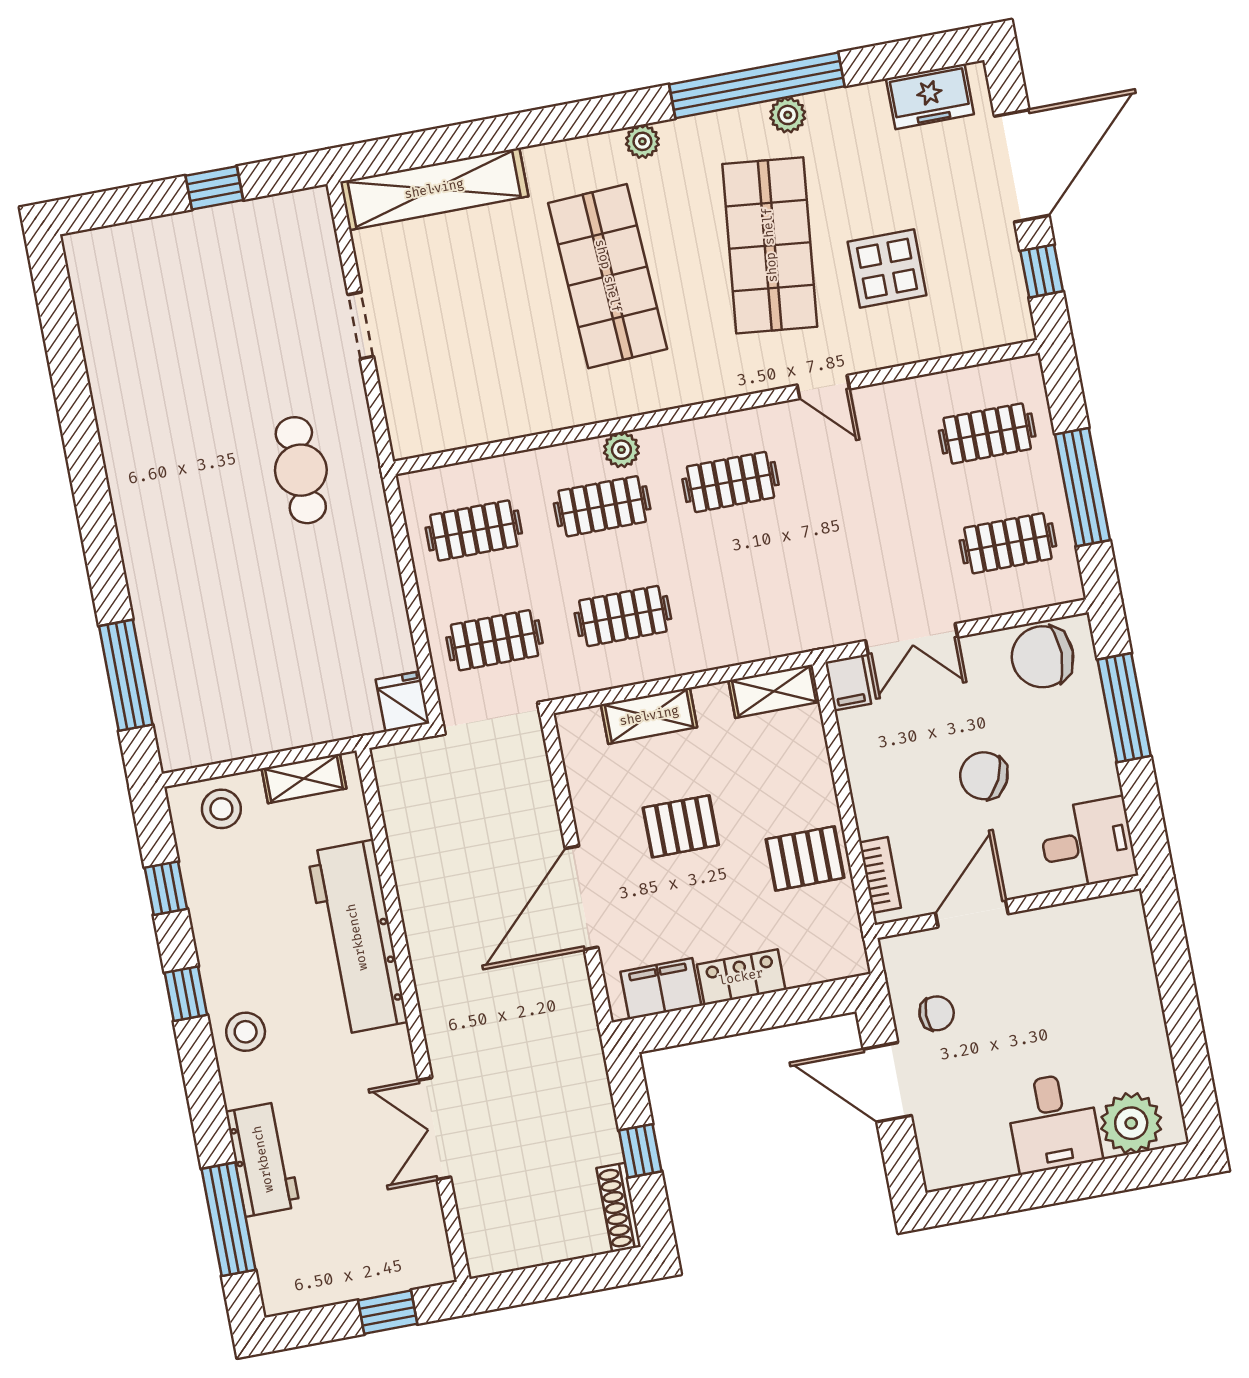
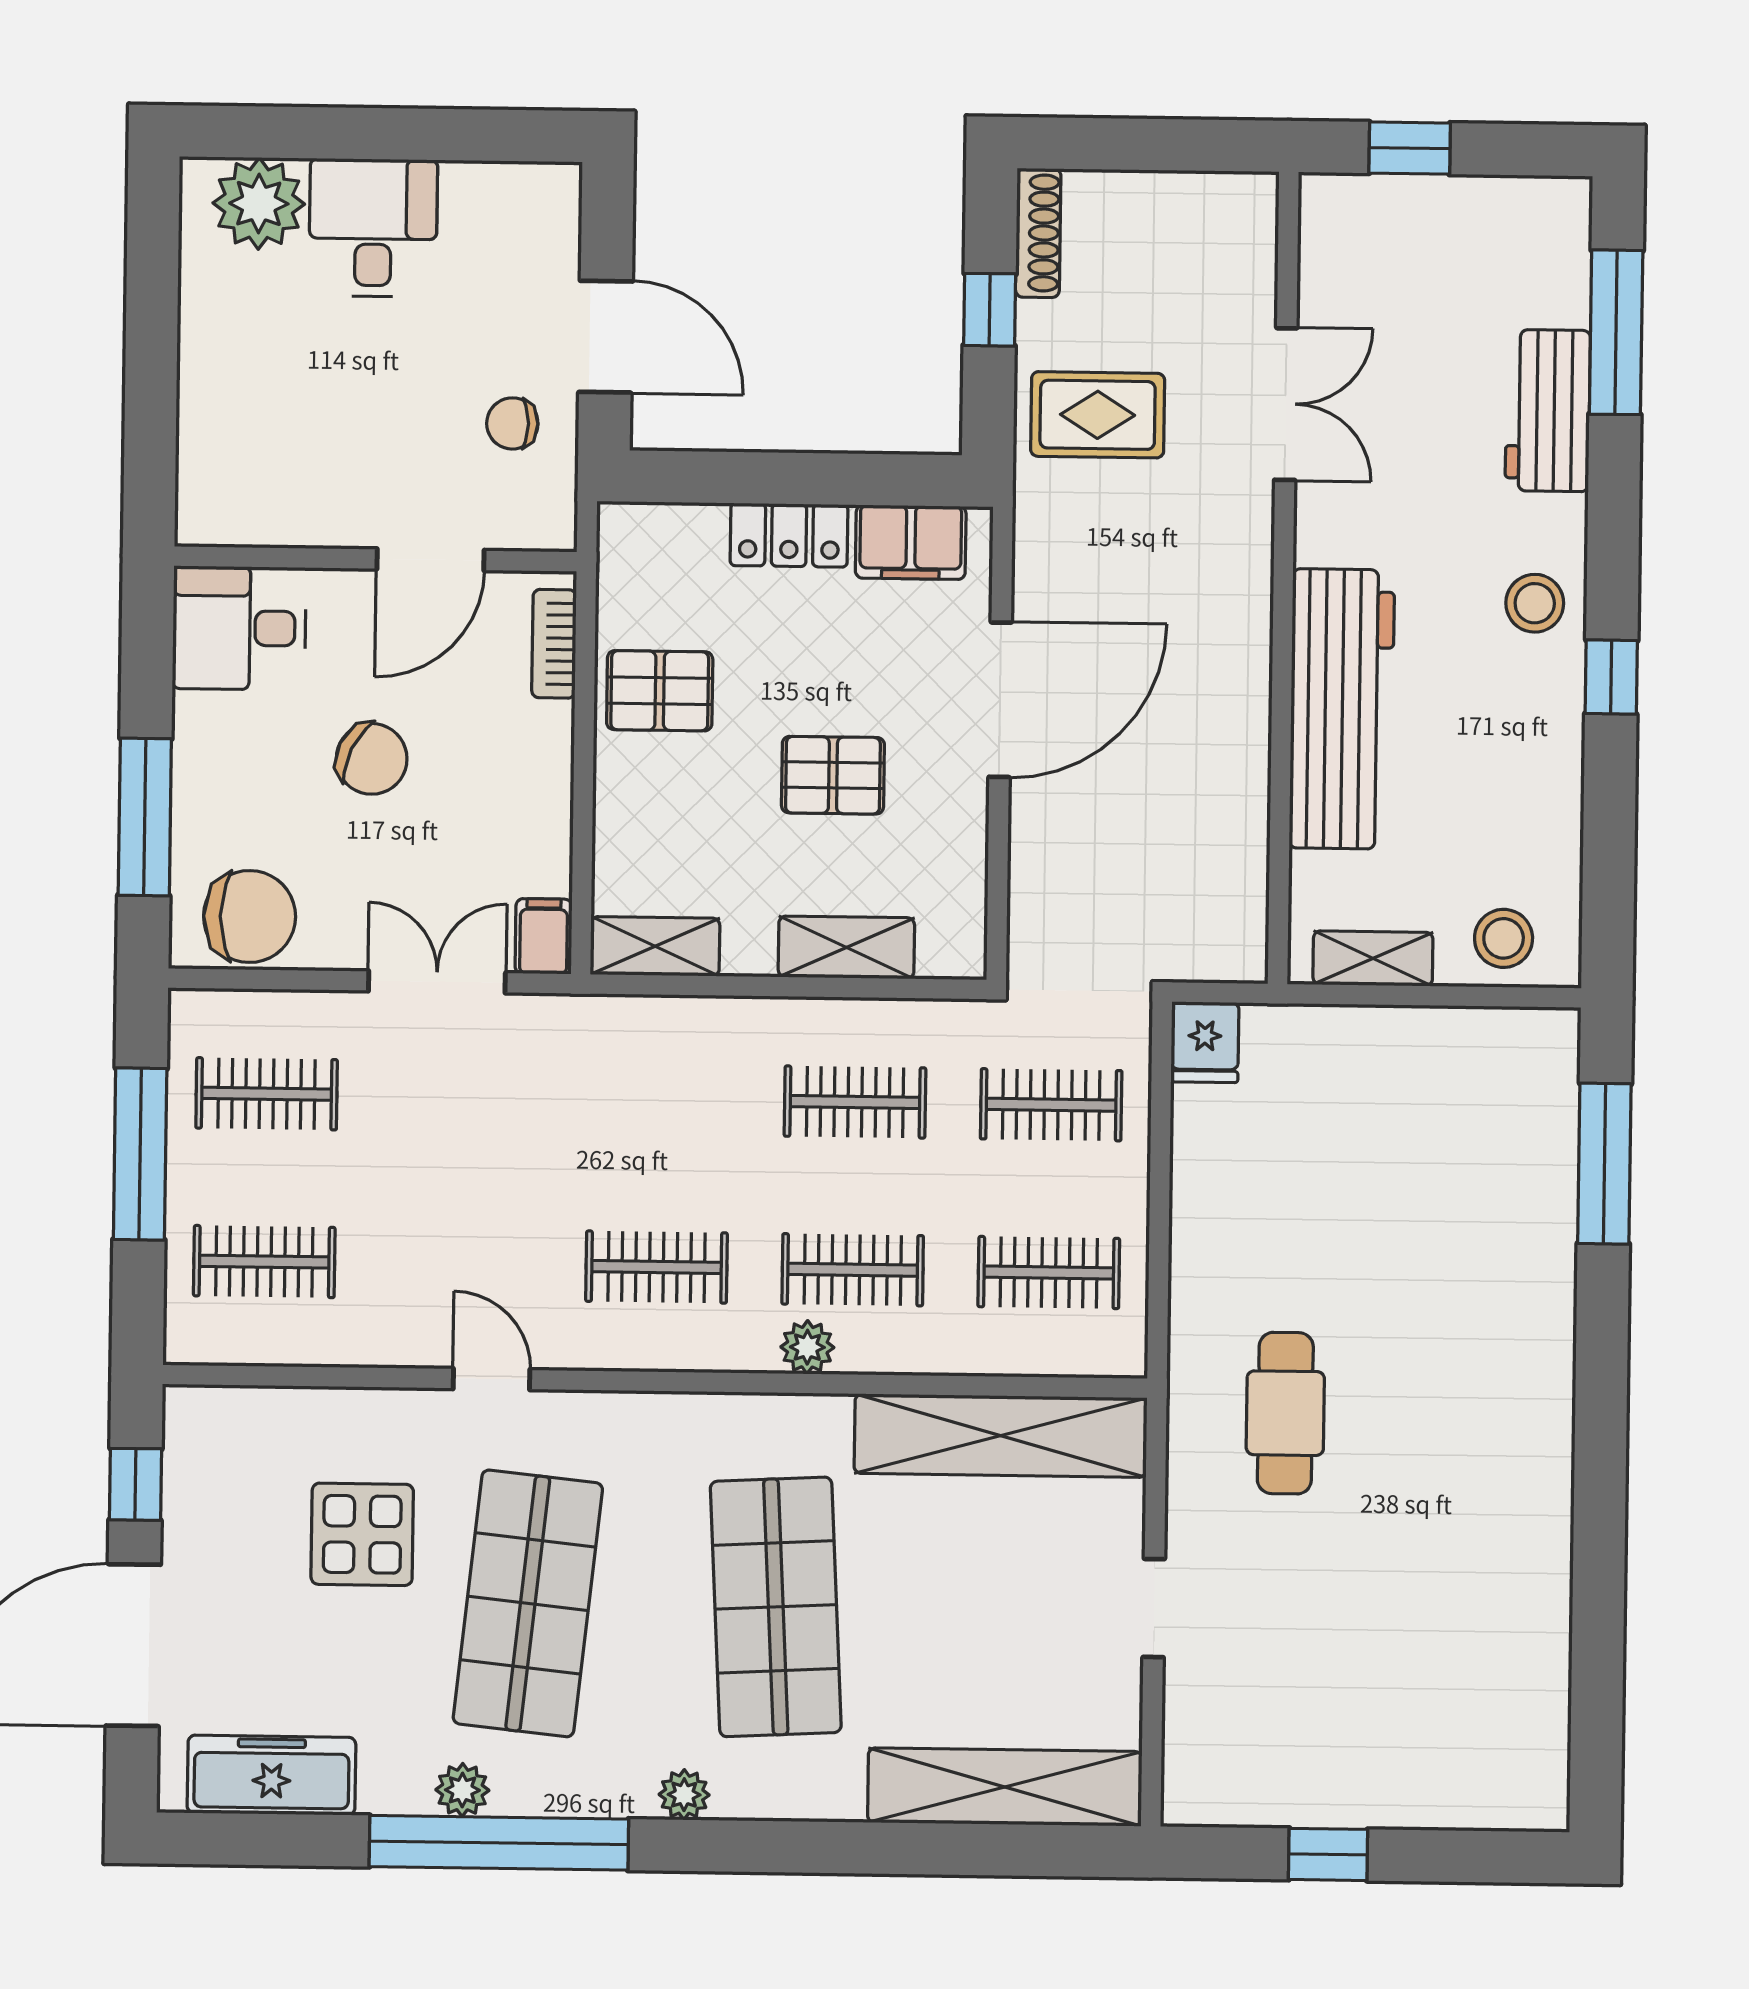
freezer: (930, 96) -> (271, 1775), width x1.40
shelving: (484, 418) -> (1001, 1436), added
window: (166, 888) -> (1609, 838), removed
rug: (556, 1097) -> (1098, 415), added

